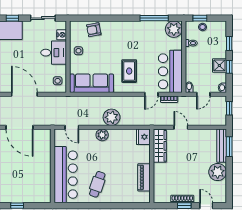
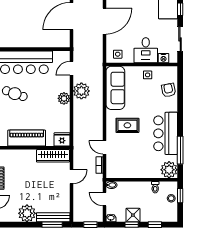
bar counter: (170, 71) -> (166, 133), moved, turned -90
plant: (112, 117) -> (81, 91), moved
piano: (144, 177) -> (27, 138), width x1.37, depth x1.33

